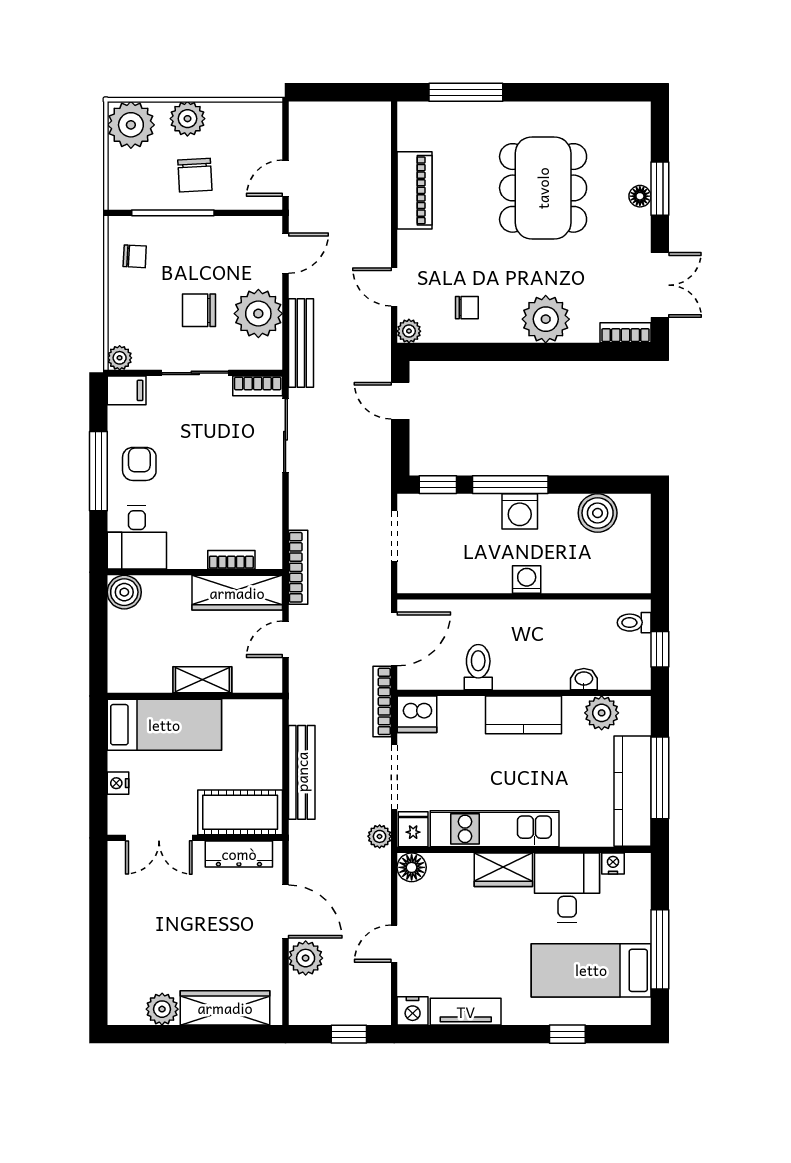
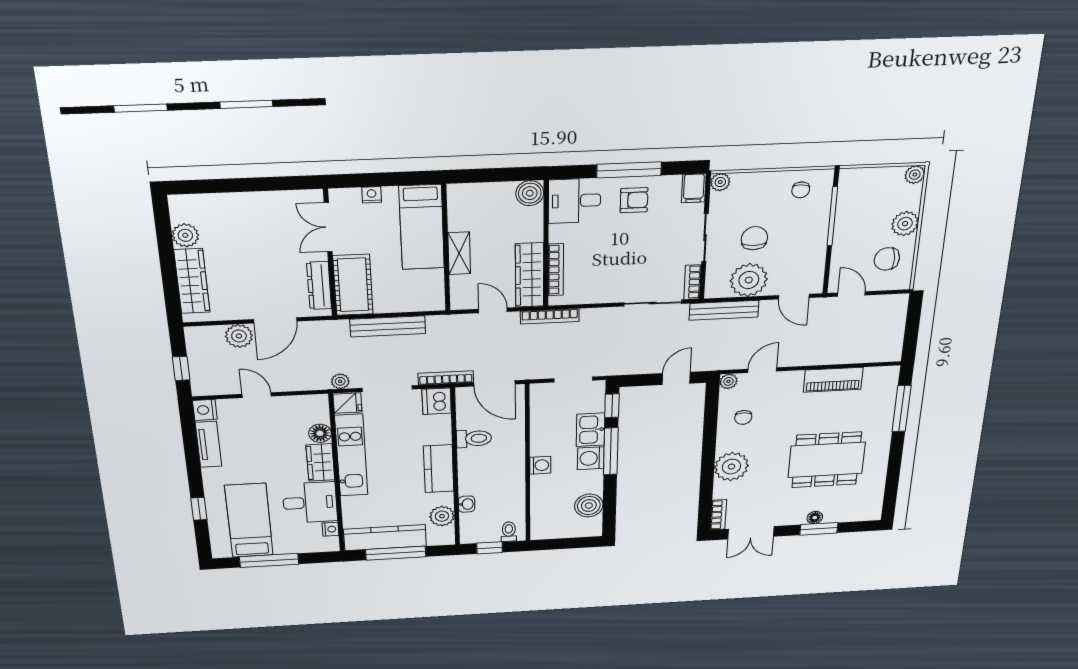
plant: (131, 125) -> (915, 175), width x0.53, depth x0.53
chair: (195, 175) -> (887, 259), moved
kitchen sink: (474, 512) -> (591, 430), added
bookcase: (231, 560) -> (556, 270), width x1.56
floor lamp: (412, 867) -> (320, 433), moved

